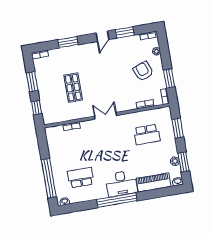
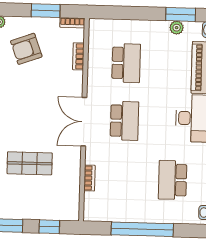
double door: (105, 116) -> (84, 122), width x1.37
window: (178, 128) -> (126, 13), removed
school desk: (111, 141) -> (124, 121), added
window: (49, 178) -> (142, 229), moved

